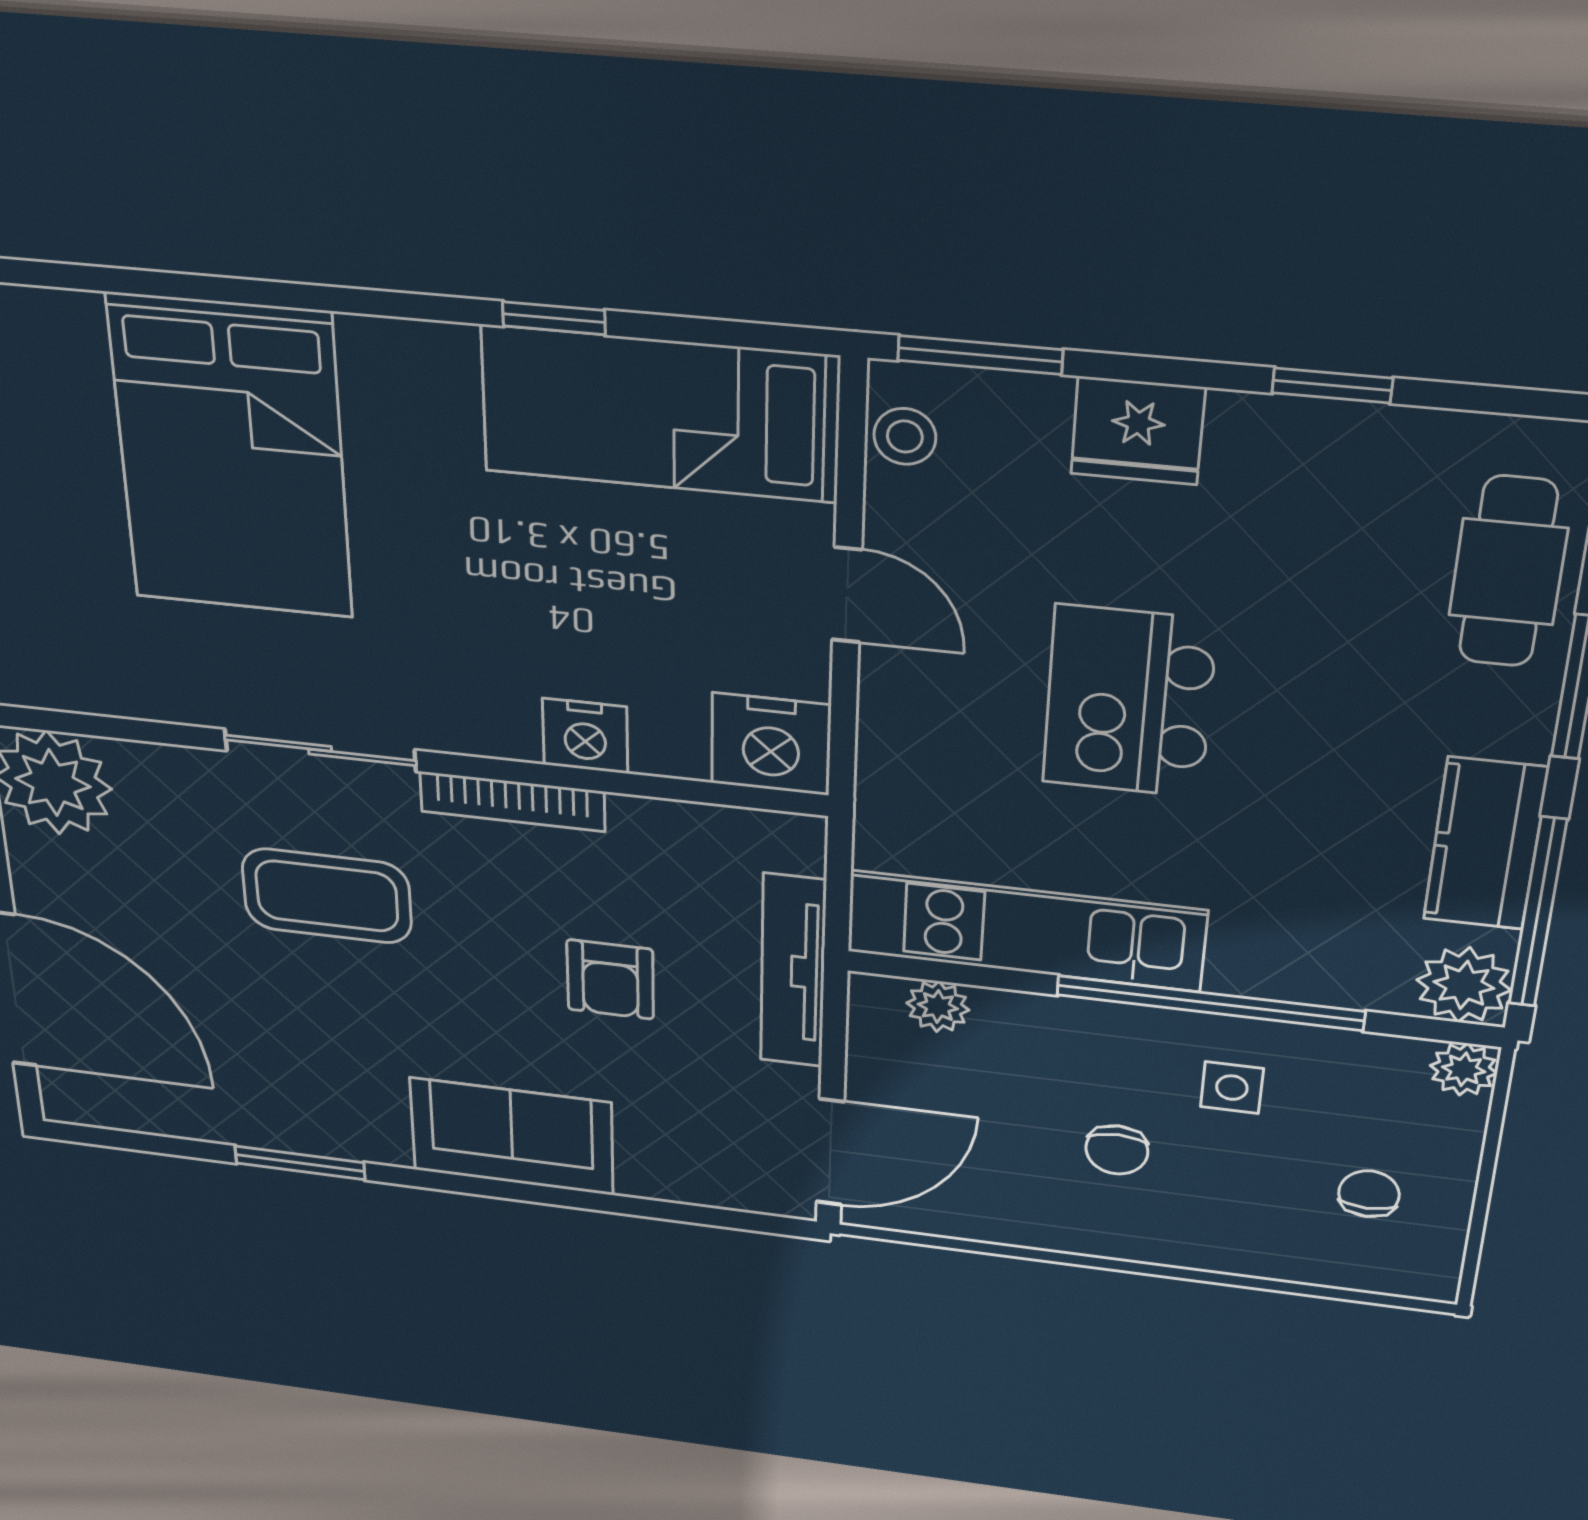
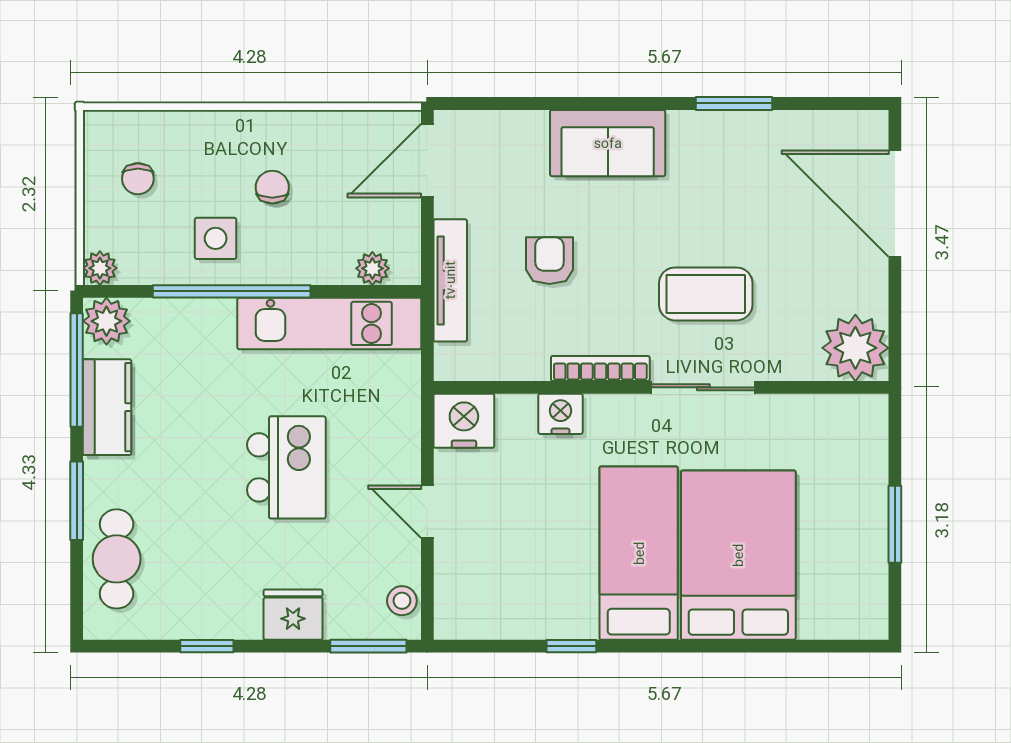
bed: (660, 414) -> (639, 553), moved, turned -90
side table: (1232, 1088) -> (216, 238), width x1.37, depth x1.37

